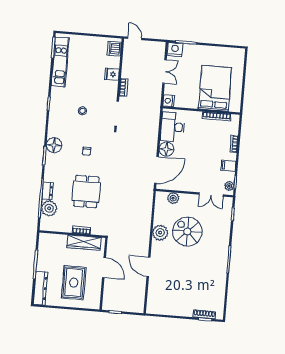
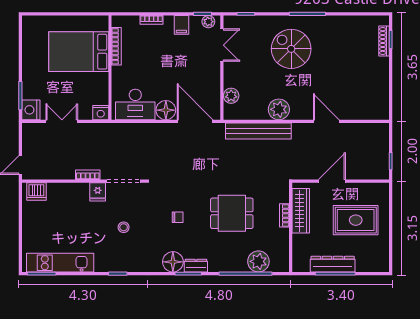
fridge: (112, 74) -> (98, 192), moved
dresser: (47, 191) -> (196, 266), moved
bench: (145, 216) -> (258, 131), added
spiral stairs: (187, 232) -> (291, 49), moved, turned 90
door: (148, 267) -> (326, 121), swing flipped
dresser: (41, 288) -> (333, 264), moved

